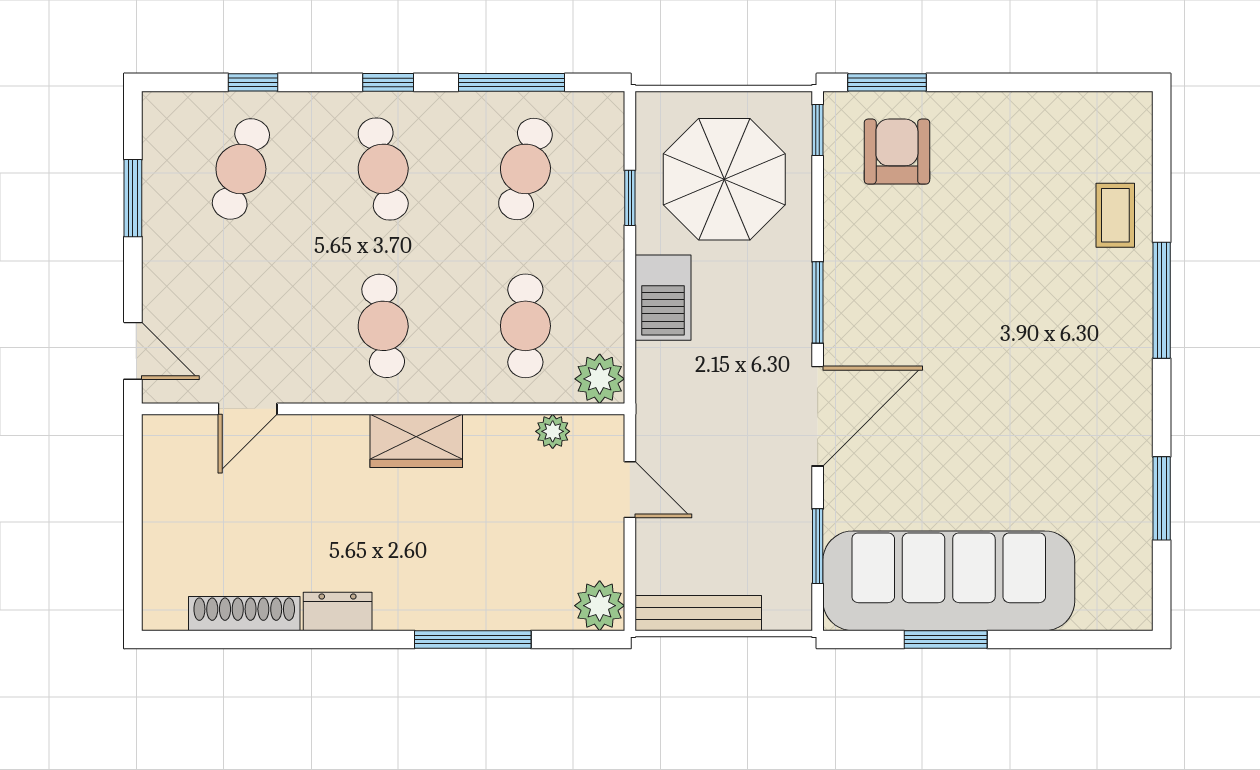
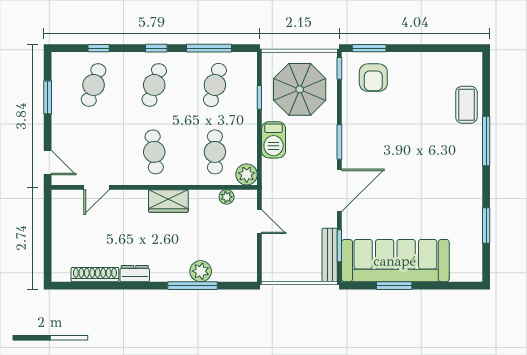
armchair: (897, 152) -> (373, 78), turned 180
cafe table: (383, 169) -> (154, 85), turned 30
coffee table: (1115, 215) -> (466, 105), width x1.36, depth x1.30
plant: (600, 606) -> (201, 271), moved
bench: (698, 613) -> (330, 255), moved, turned 90

